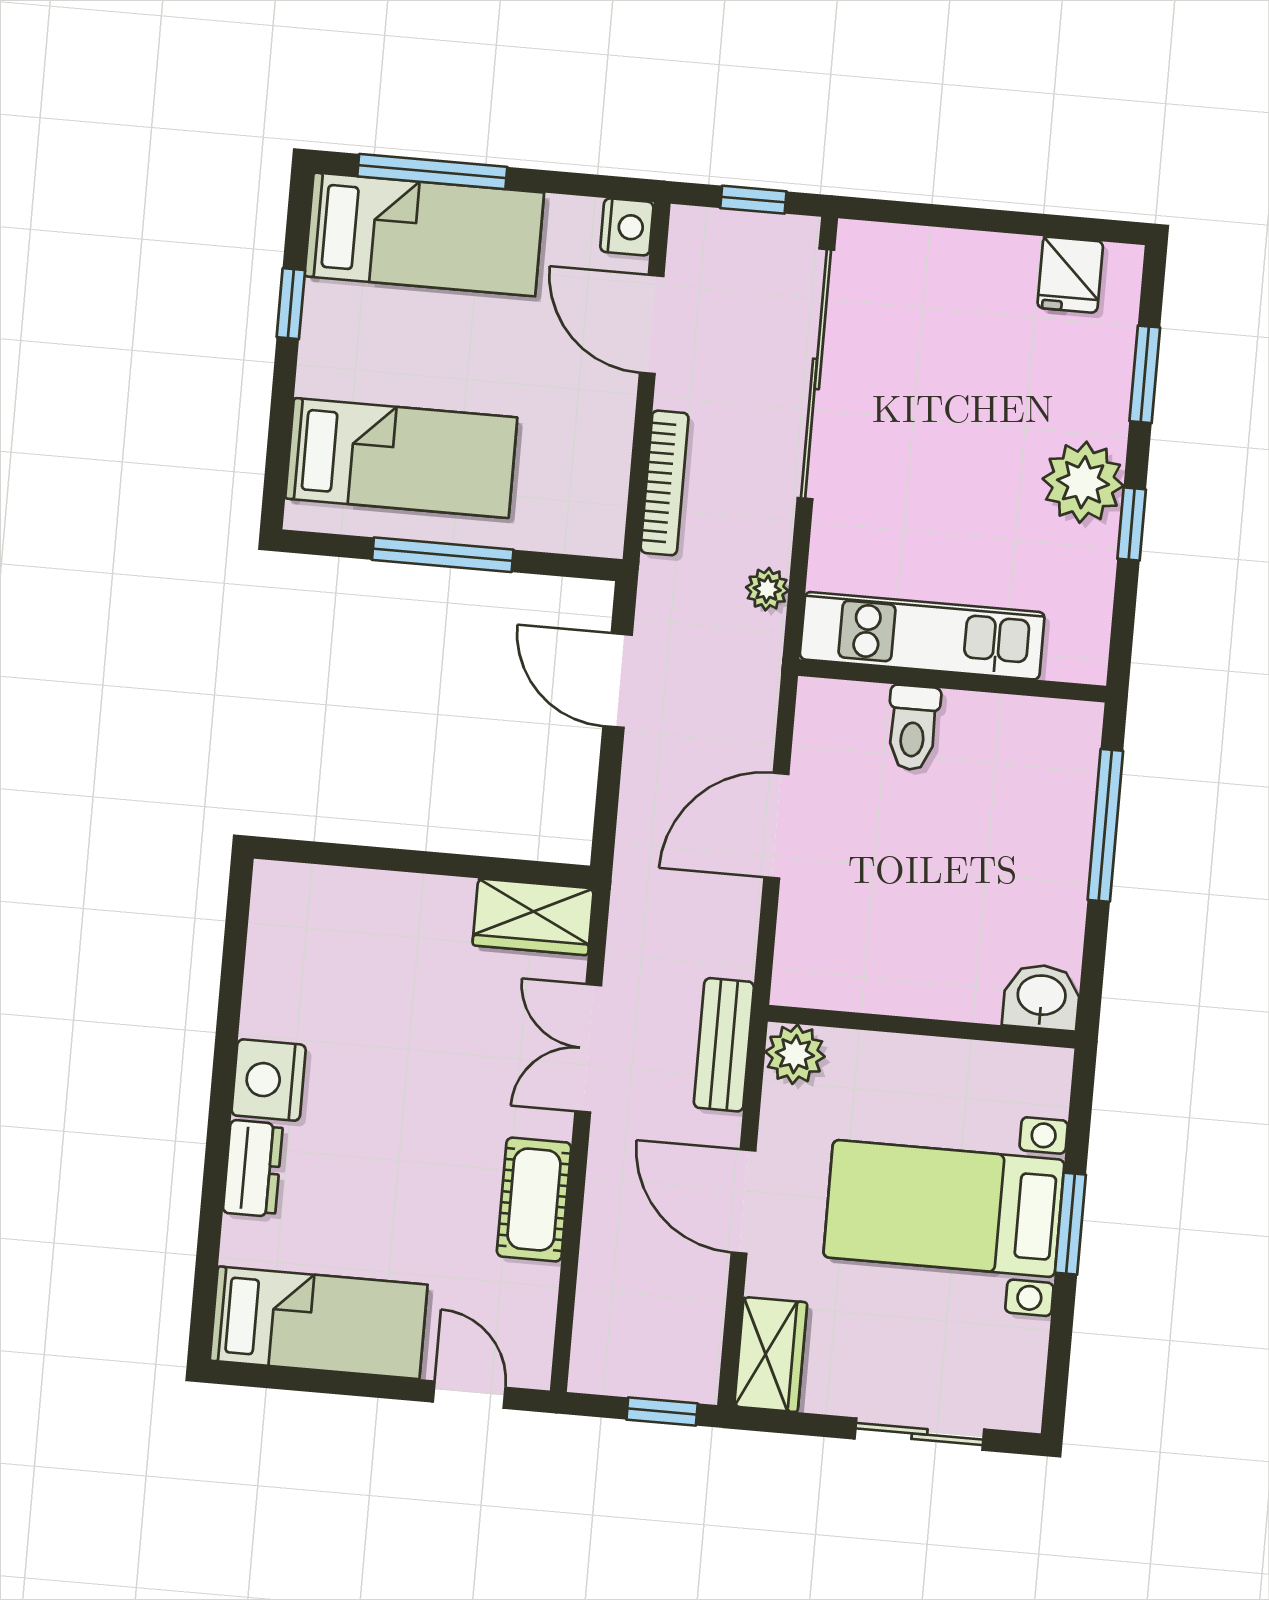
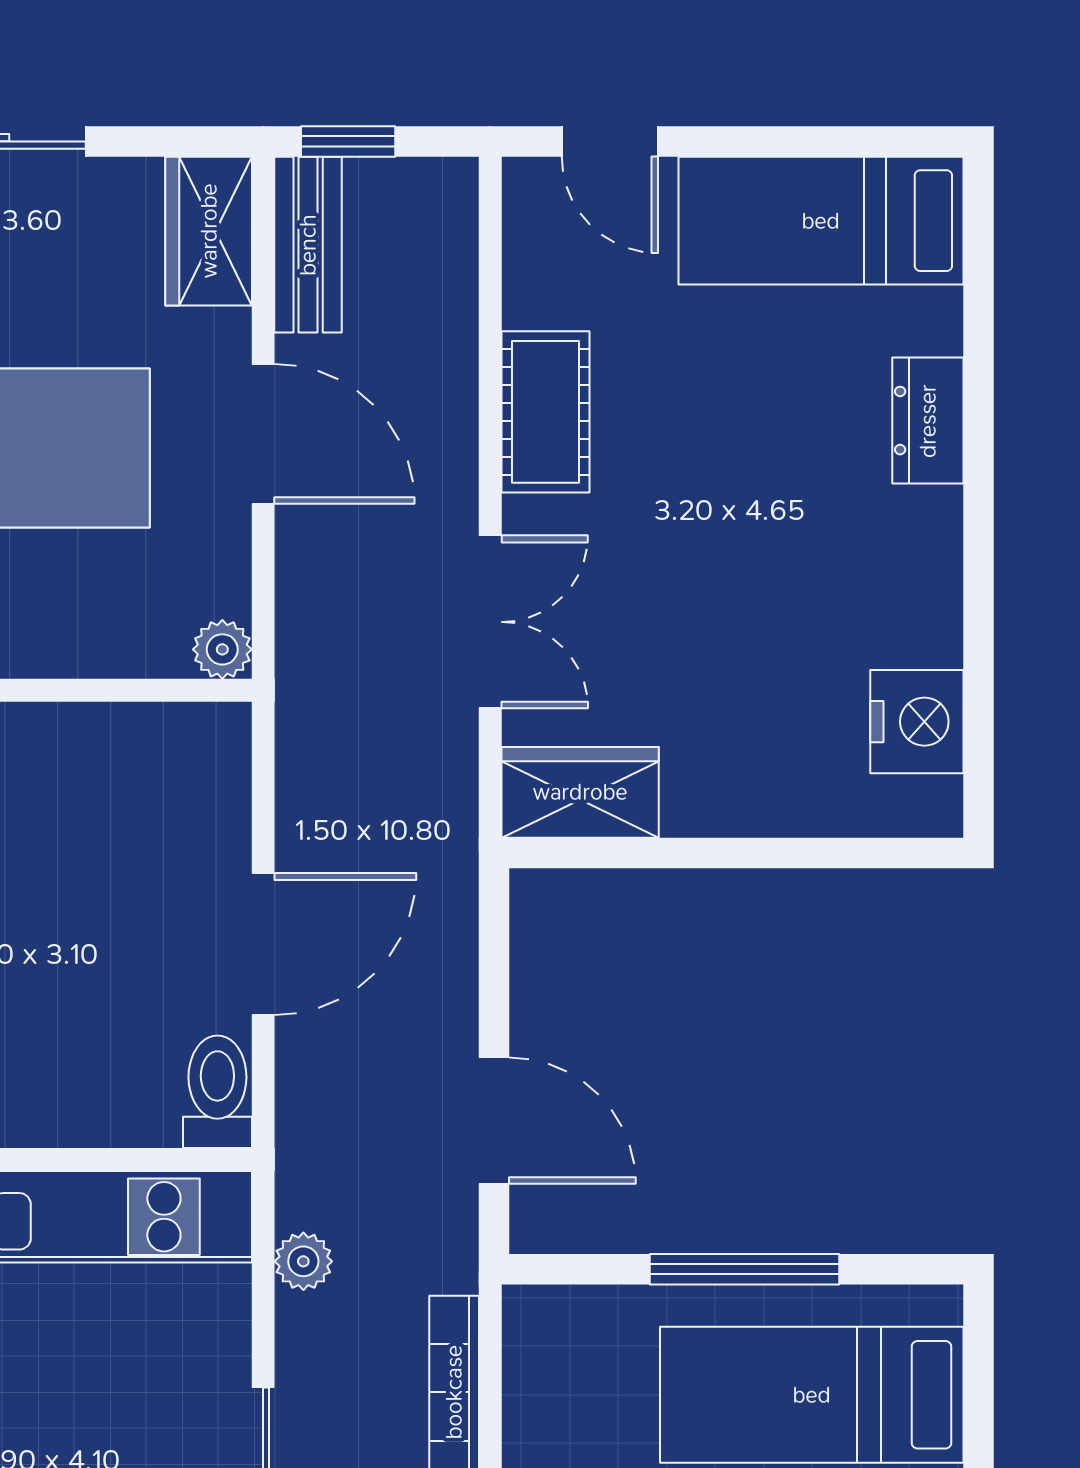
toilet: (913, 728) -> (217, 1092), moved
bench: (724, 1045) -> (308, 245), moved
plant: (795, 1054) -> (222, 649), width x0.73, depth x0.73
nightstand: (269, 1080) -> (917, 722), moved

